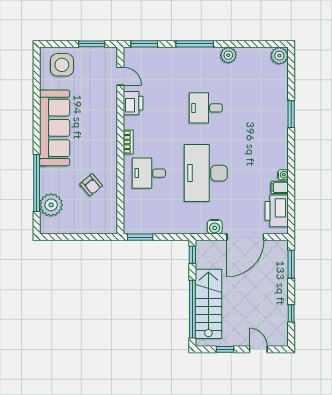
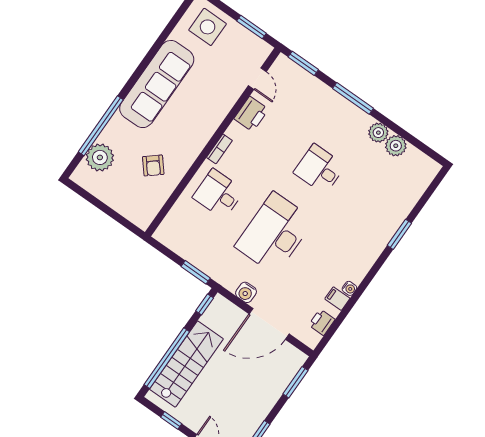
plant: (279, 56) -> (396, 146), moved
printer: (277, 211) -> (322, 322), width x0.53, depth x0.68
window: (140, 237) -> (196, 272), moved

